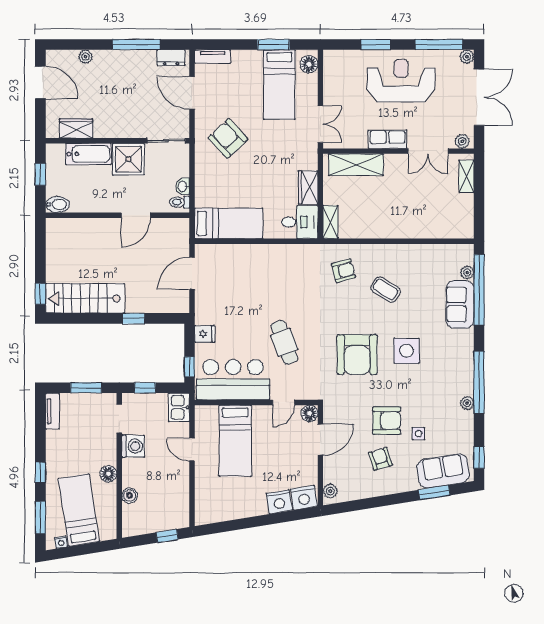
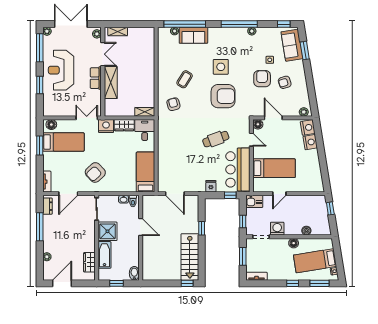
nightstand: (306, 157) -> (106, 126), added
shelving: (356, 165) -> (111, 83), moved

